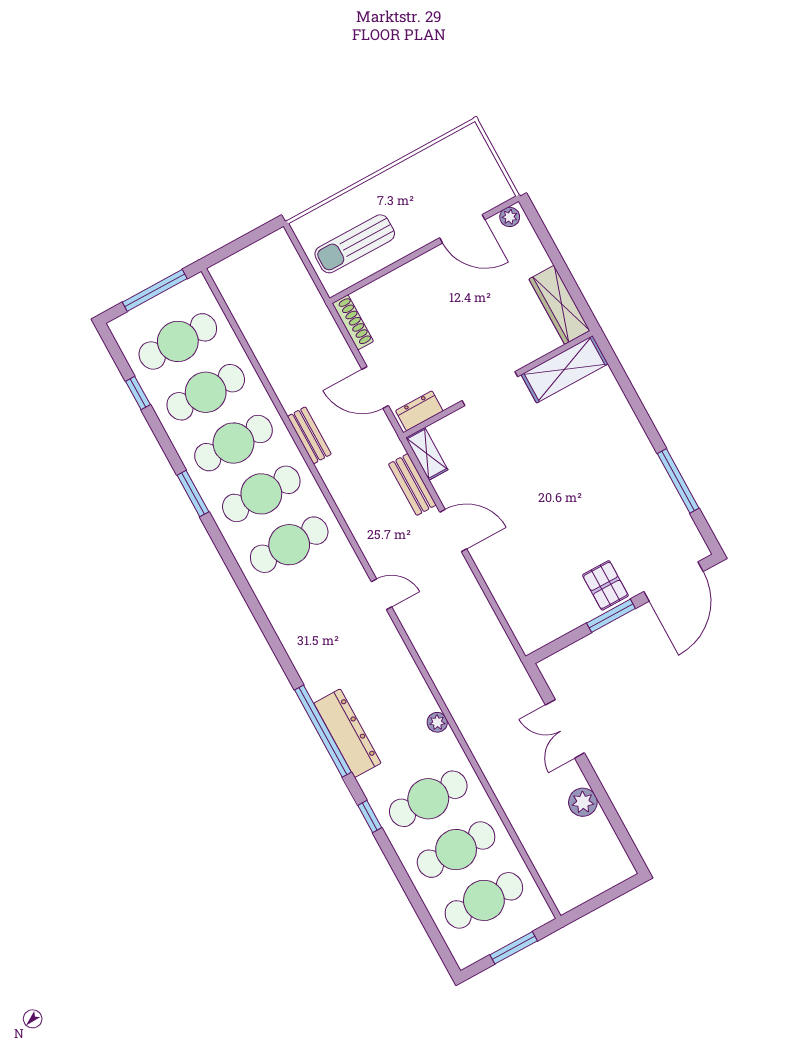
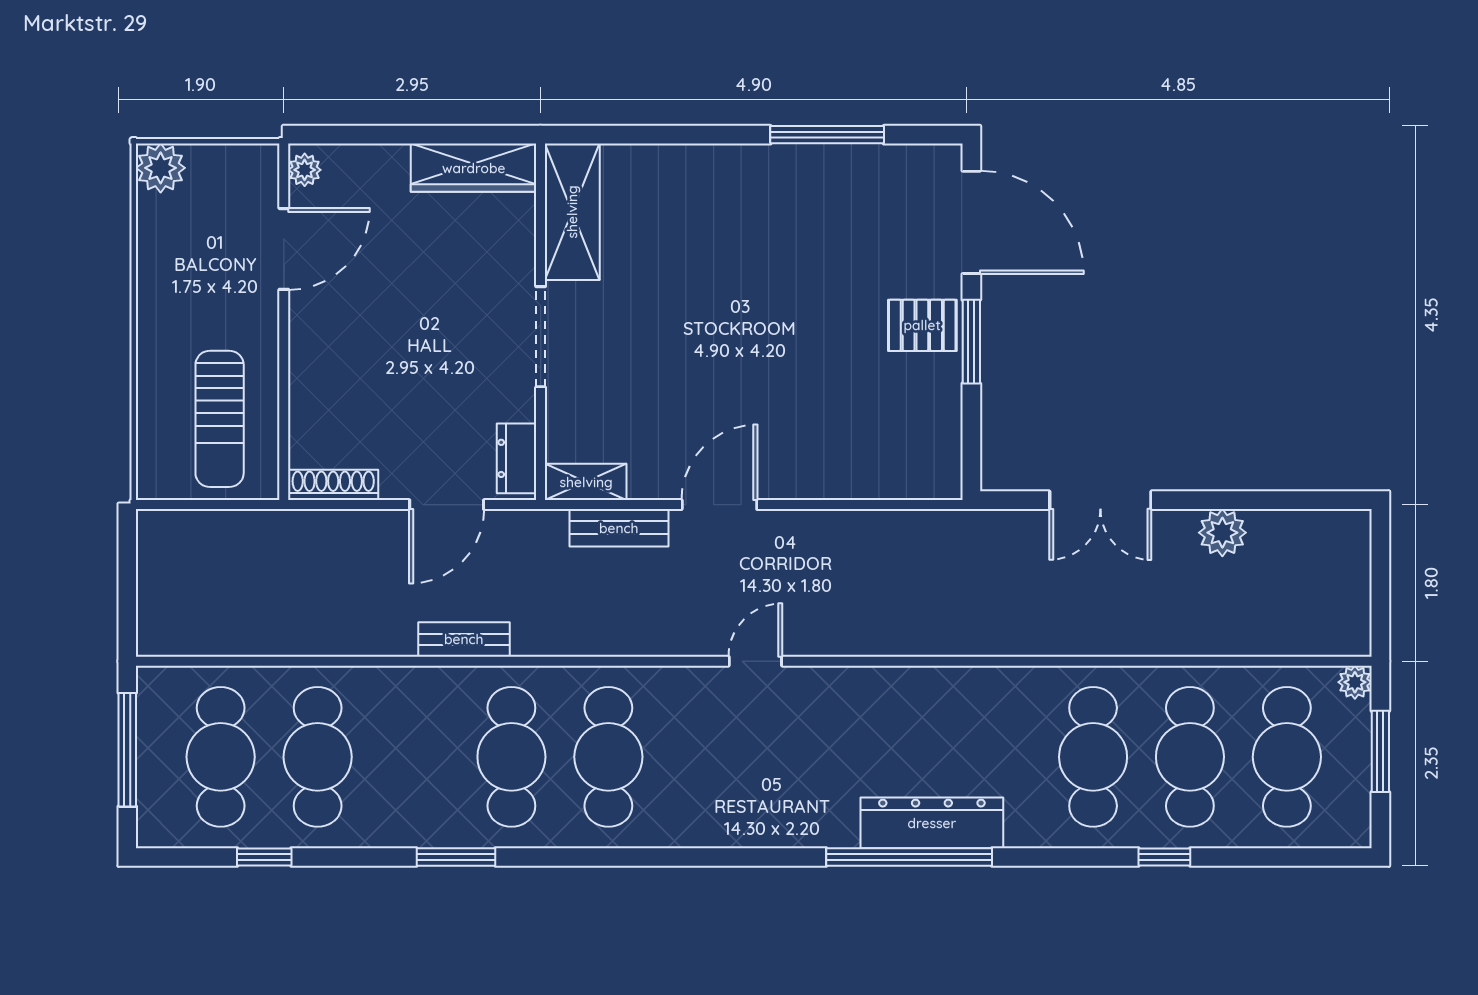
plant: (469, 141) -> (161, 168), added
cafe table: (234, 443) -> (415, 757), removed
plant: (437, 722) -> (1355, 682), moved
window: (370, 816) -> (1164, 857), moved

